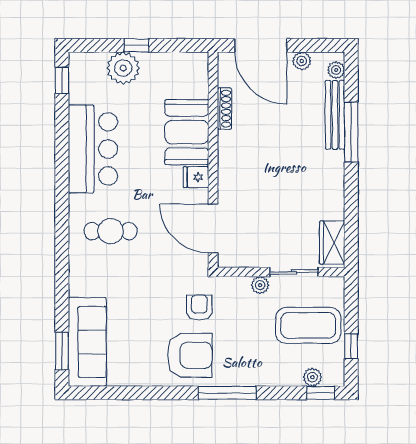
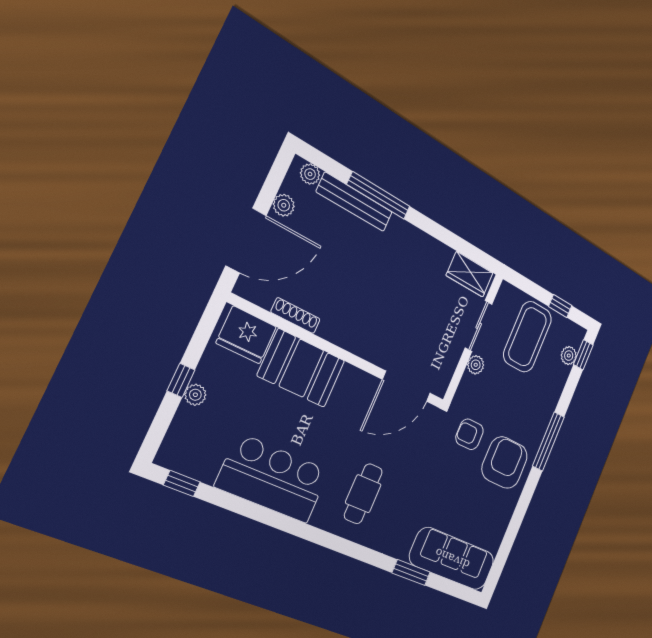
plant: (123, 68) -> (195, 395), width x0.53, depth x0.53
fridge: (196, 177) -> (246, 335), moved, width x1.88, depth x1.34
window: (62, 351) -> (411, 573), moved

